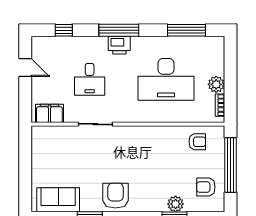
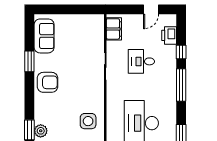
window: (64, 30) -> (181, 52), moved
printer: (119, 45) -> (169, 35), moved
side table: (163, 145) -> (88, 121), added

